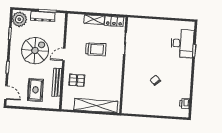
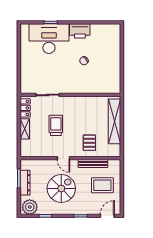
desk: (182, 43) -> (49, 39), width x1.36, depth x1.30
spiral stairs: (35, 51) -> (61, 188), turned 90
printer: (185, 104) -> (80, 31), moved, width x1.87, depth x1.48

